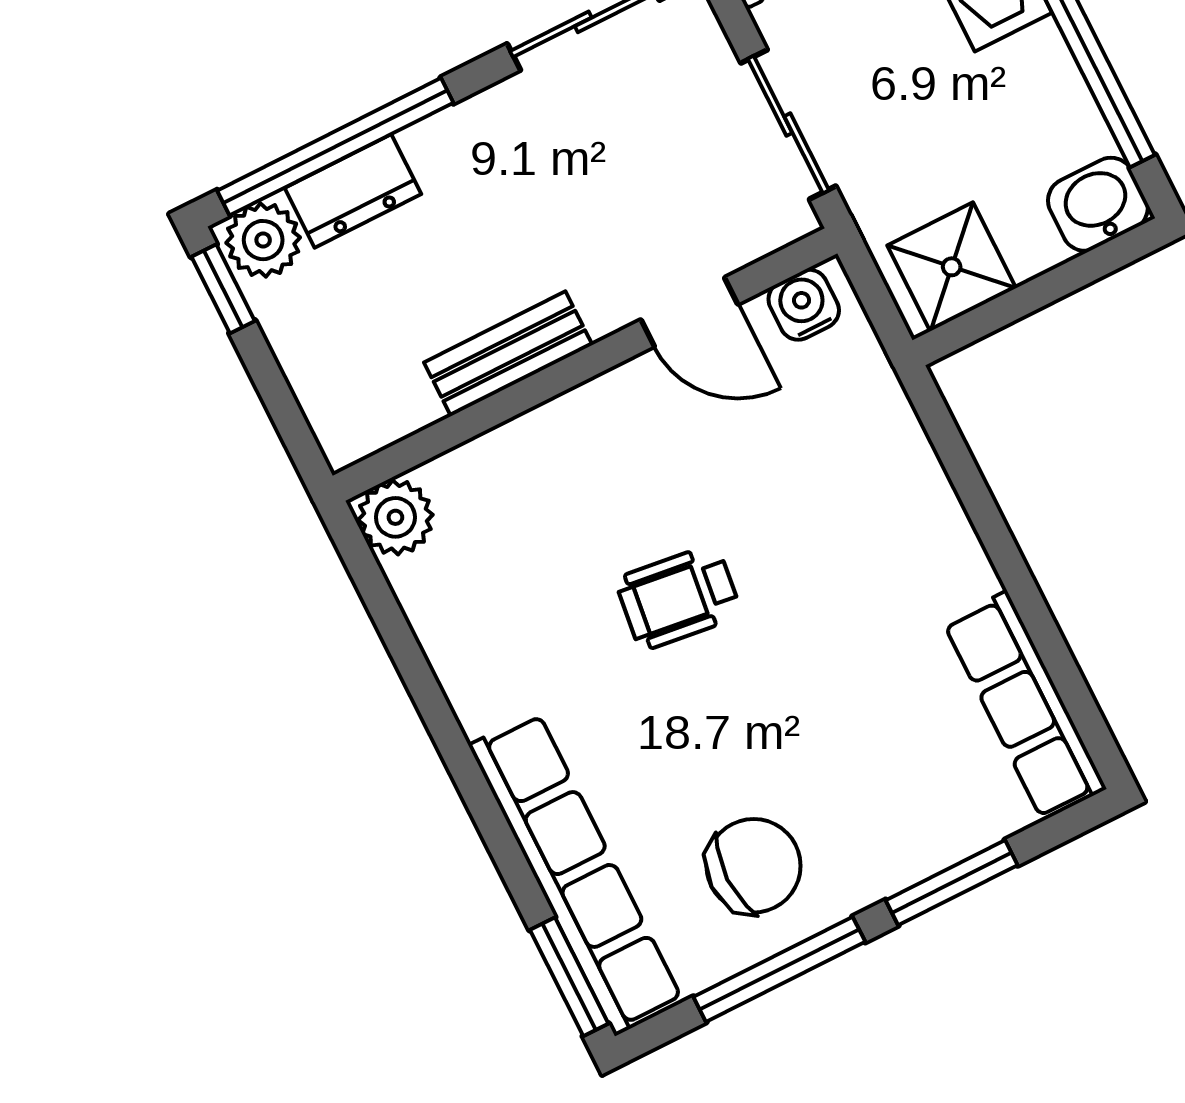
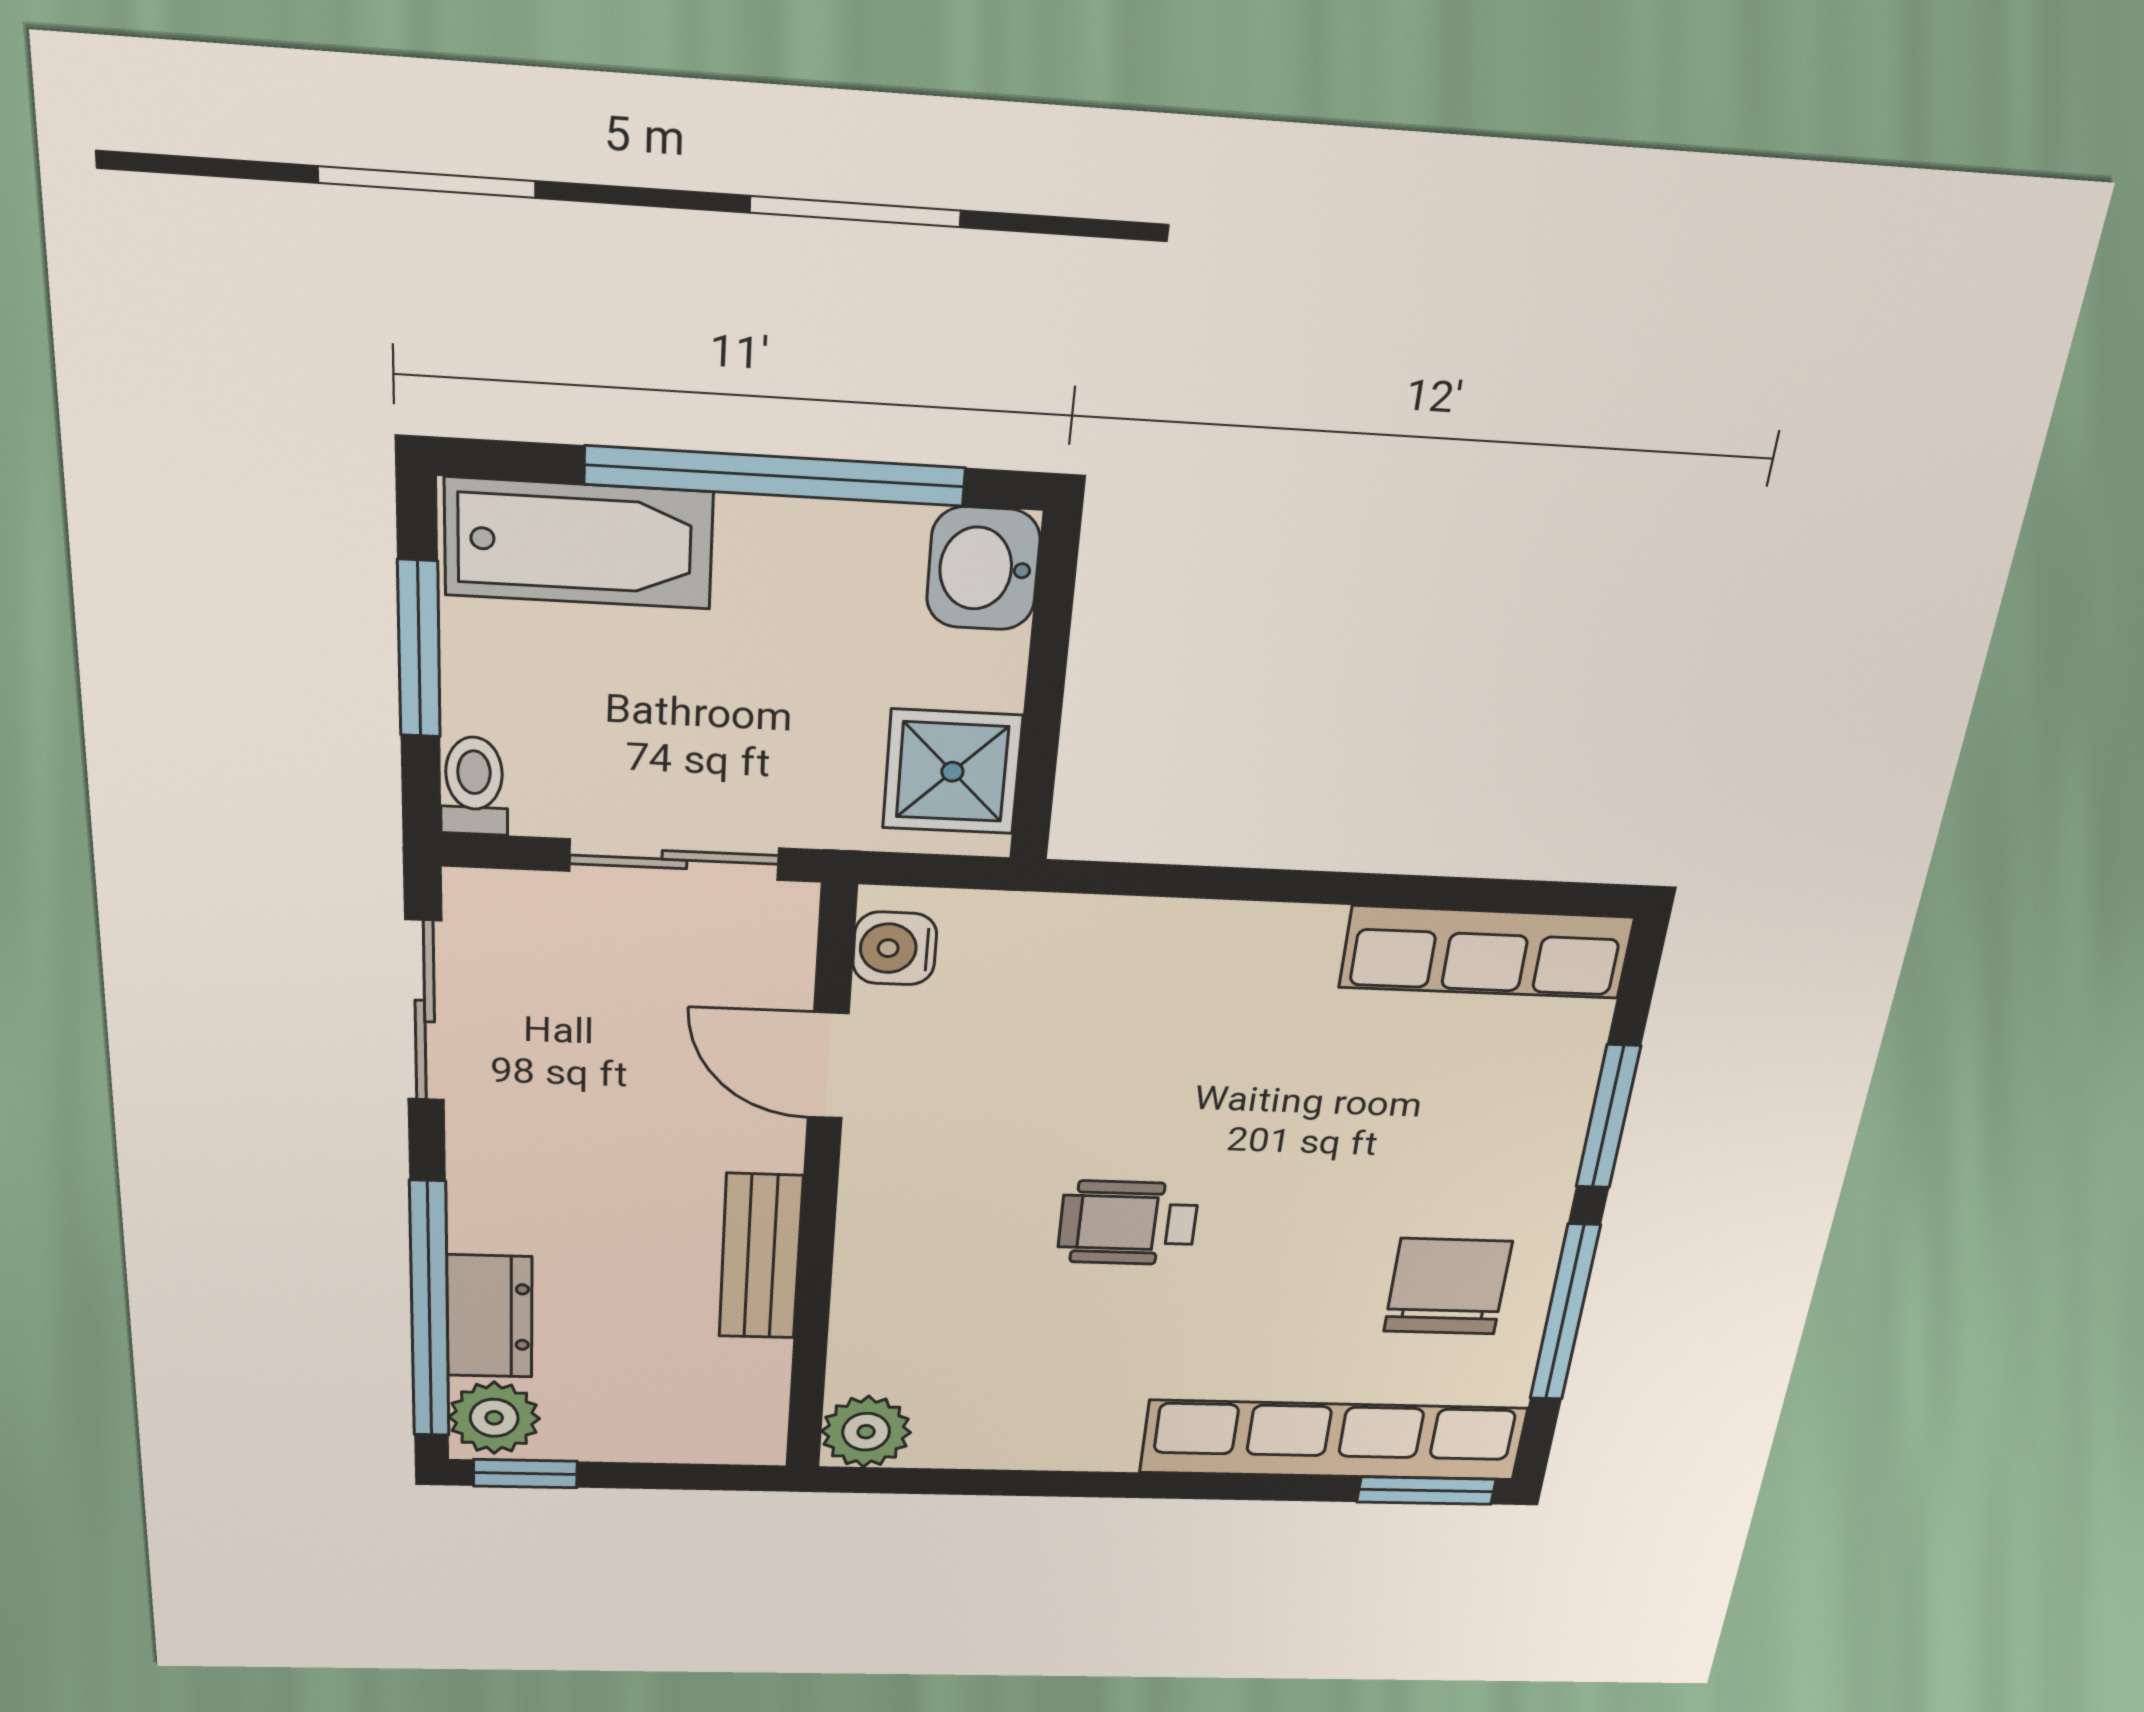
door: (689, 312) -> (828, 1066), swing flipped
wheelchair: (679, 597) -> (1128, 1223), turned 83

